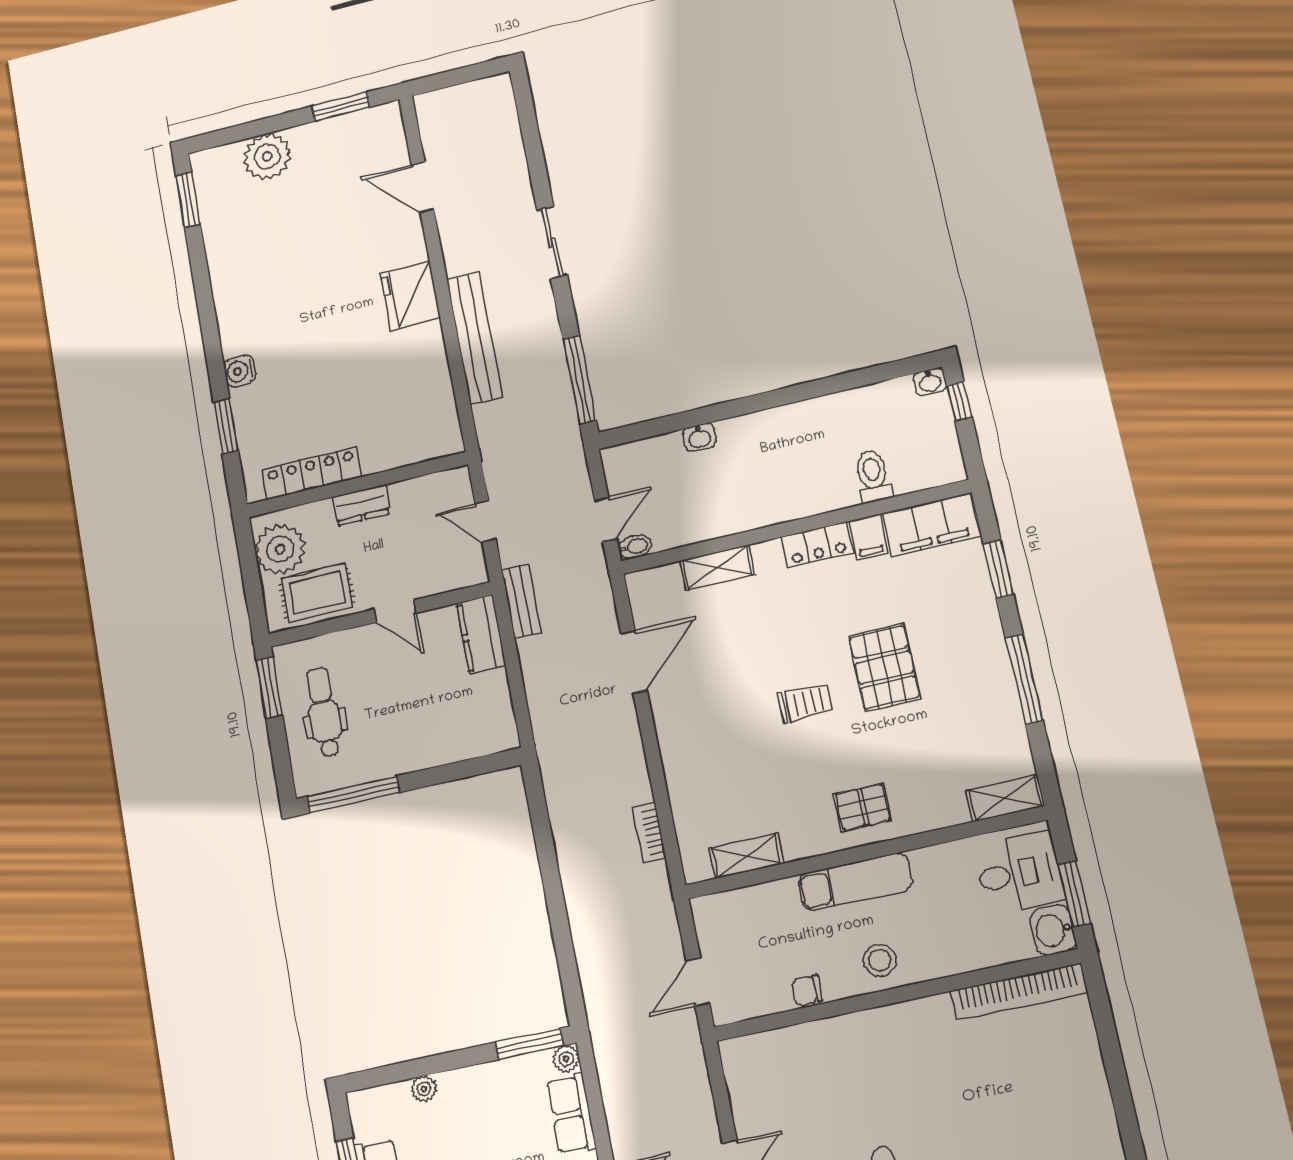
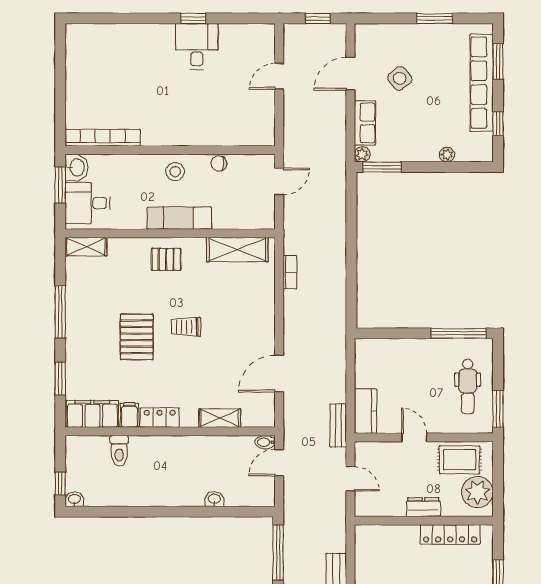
shelving: (746, 856) -> (237, 250), width x1.50, depth x1.33
chair: (807, 990) -> (219, 163), turned 180

